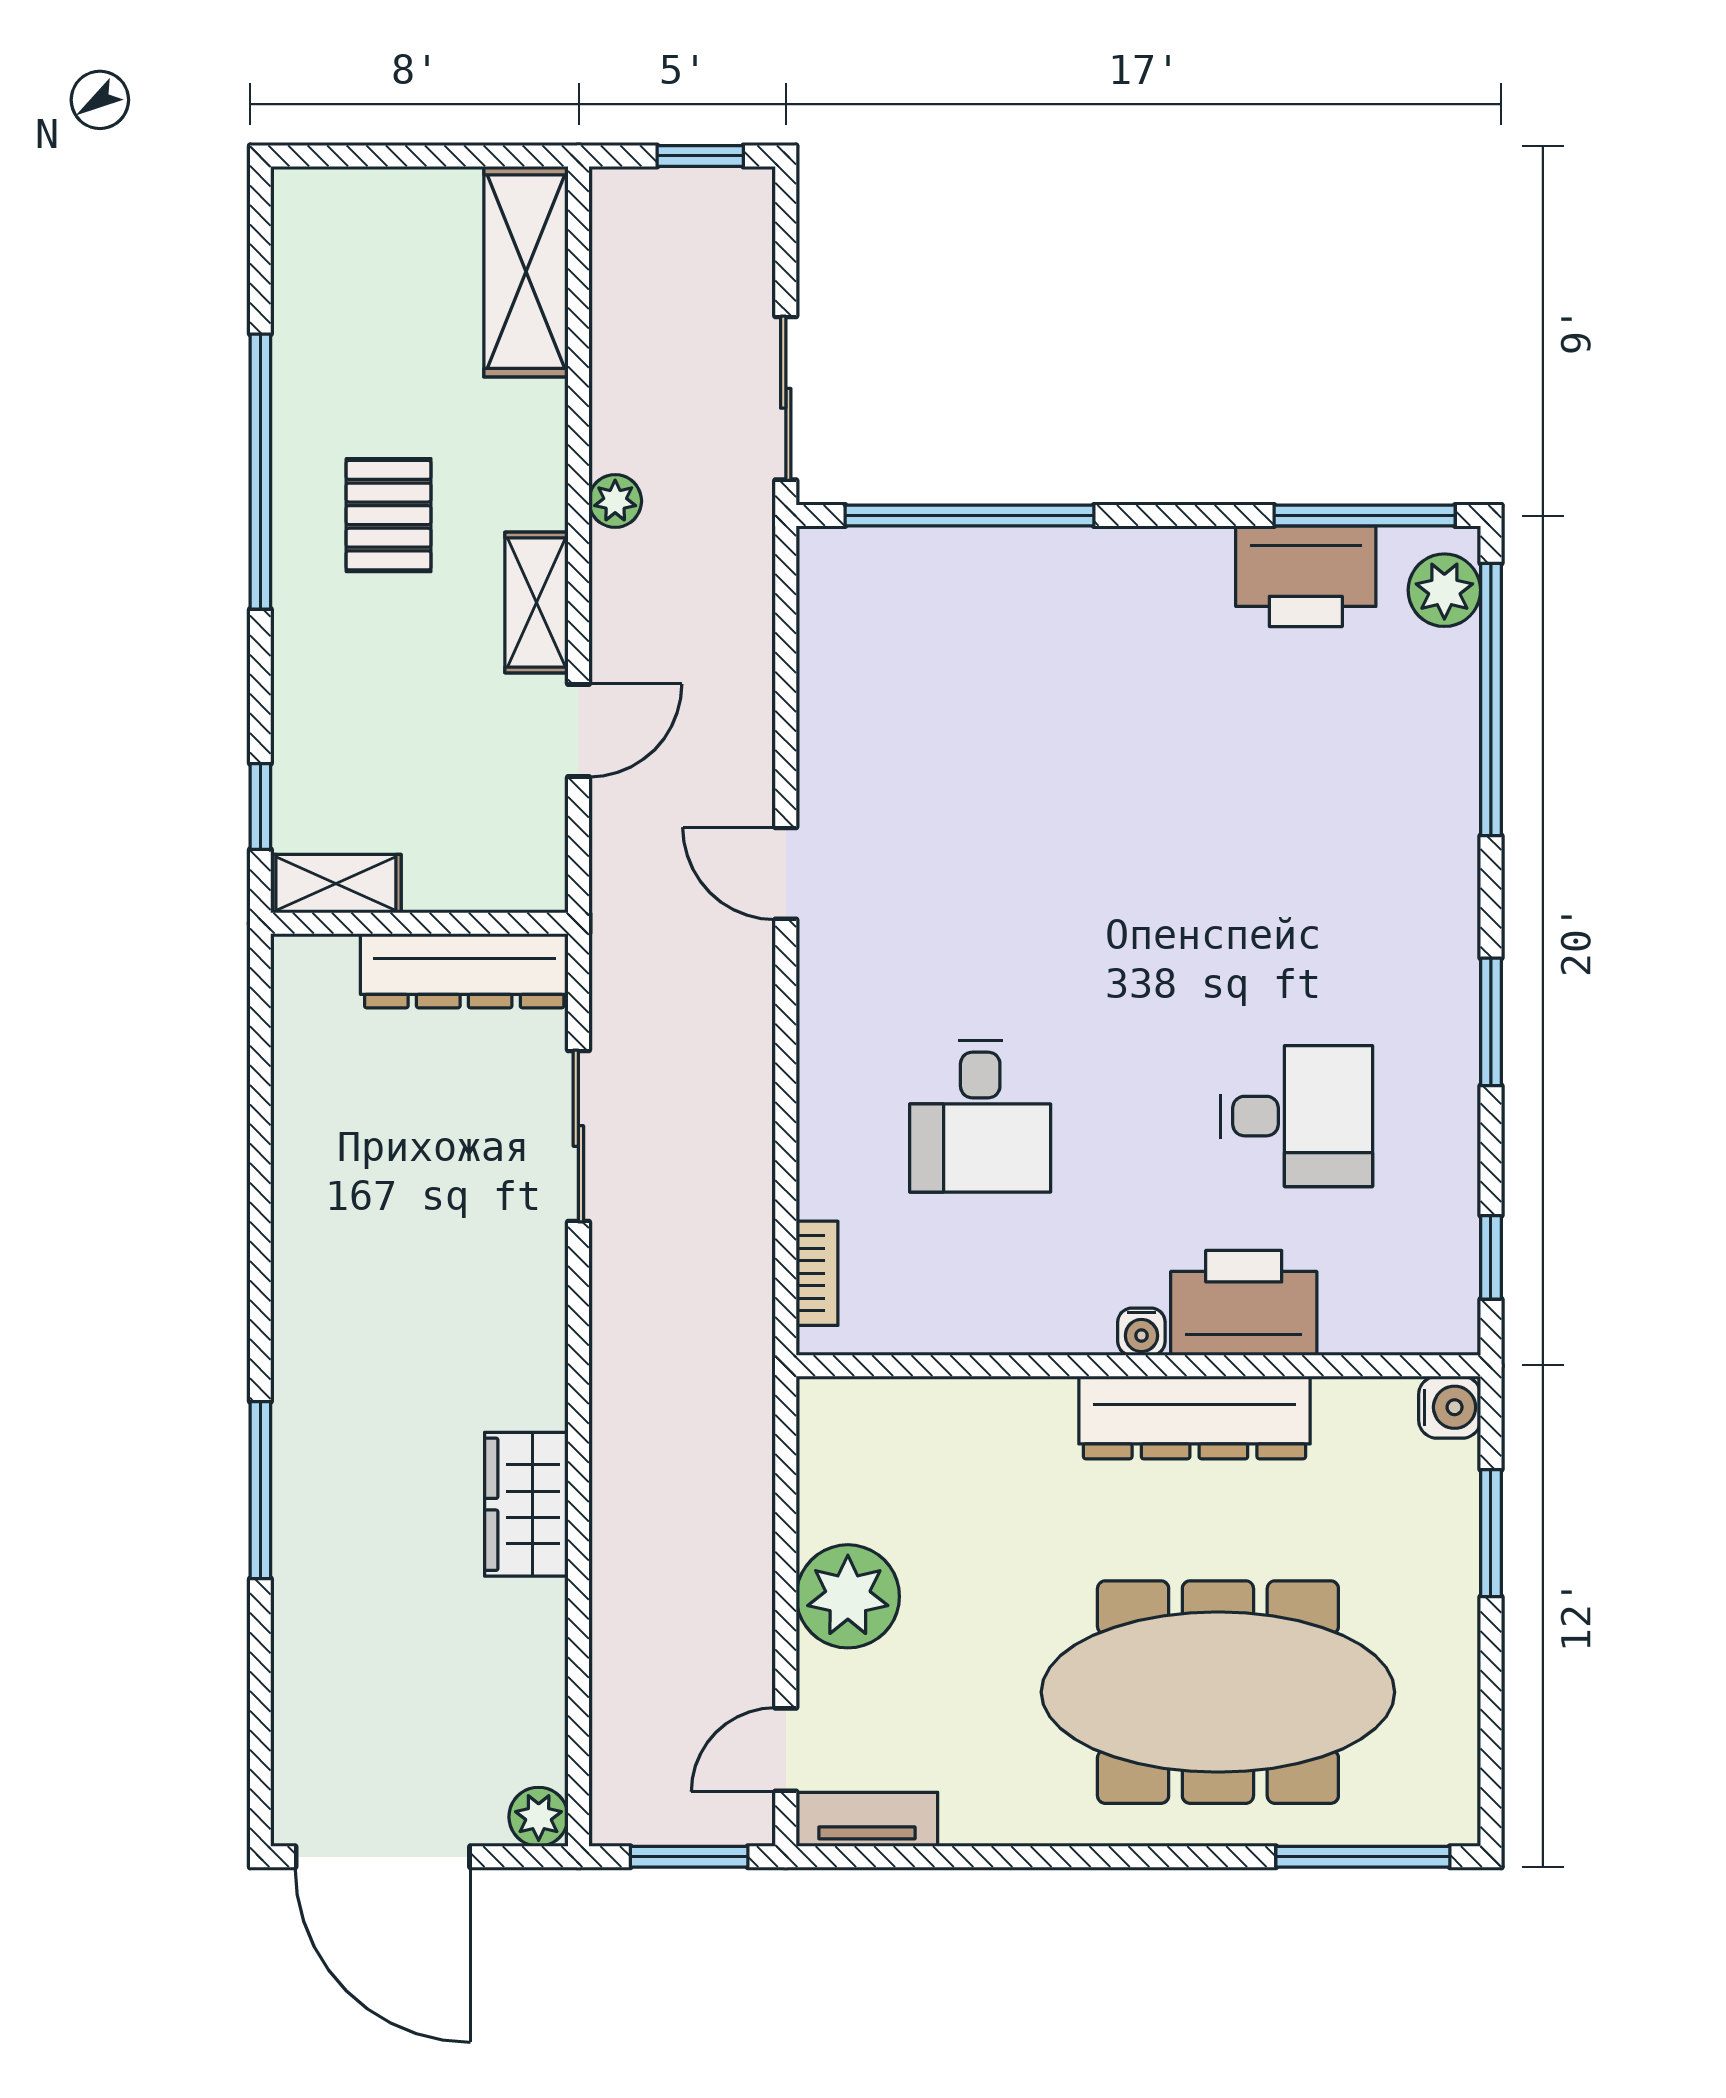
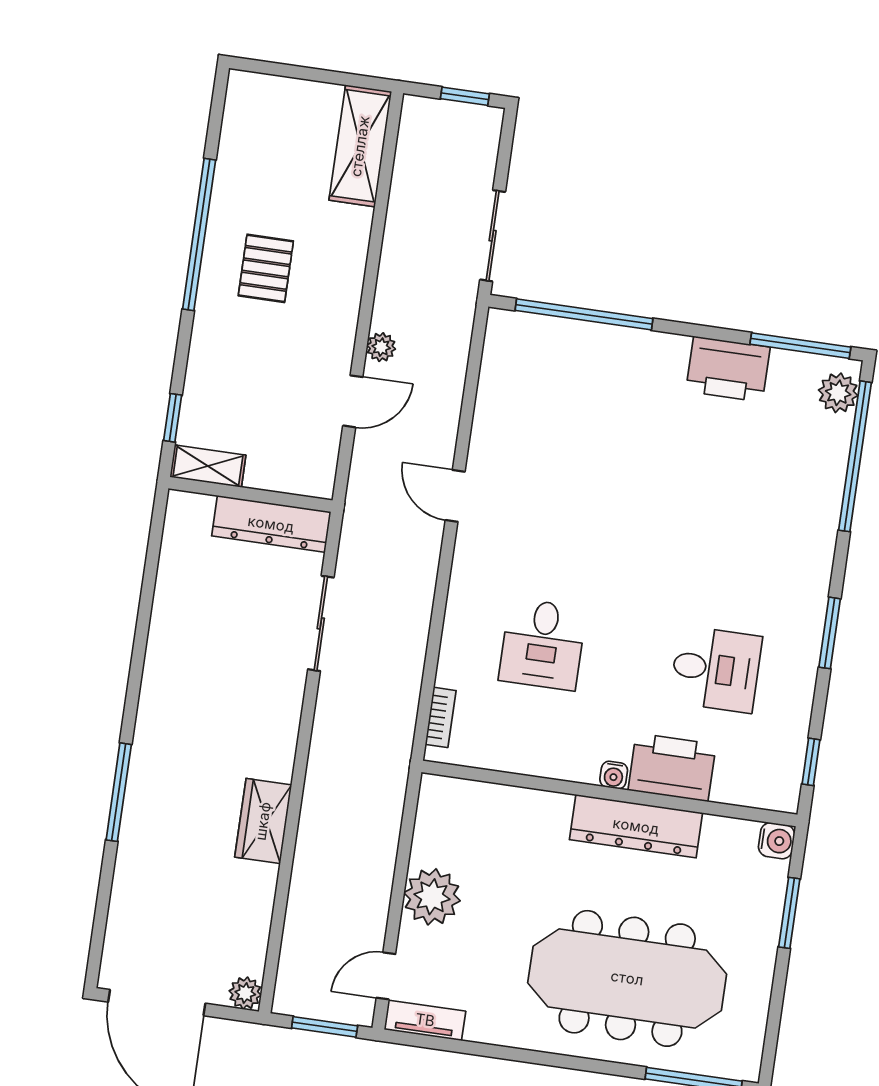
plant: (615, 501) -> (381, 347), moved
printer: (1306, 576) -> (728, 369), moved
shelving: (536, 602) -> (340, 328), removed

